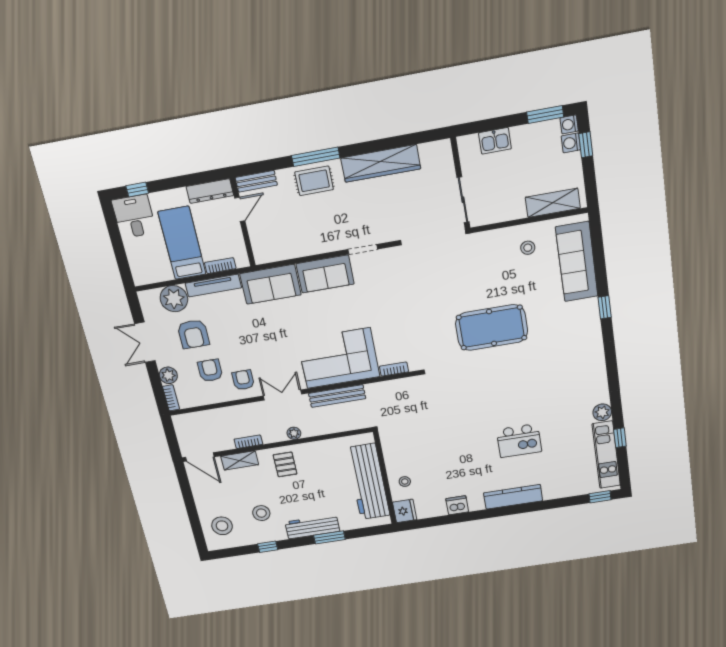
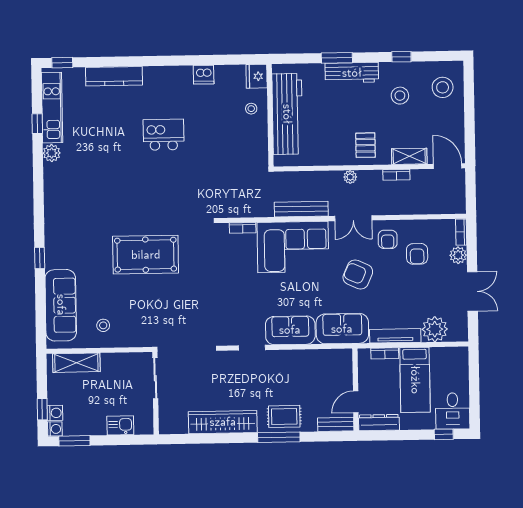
armchair: (193, 334) -> (358, 275), moved, turned -66
kitchen island: (519, 441) -> (164, 135), moved
kitchen counter: (513, 497) -> (114, 76), moved

